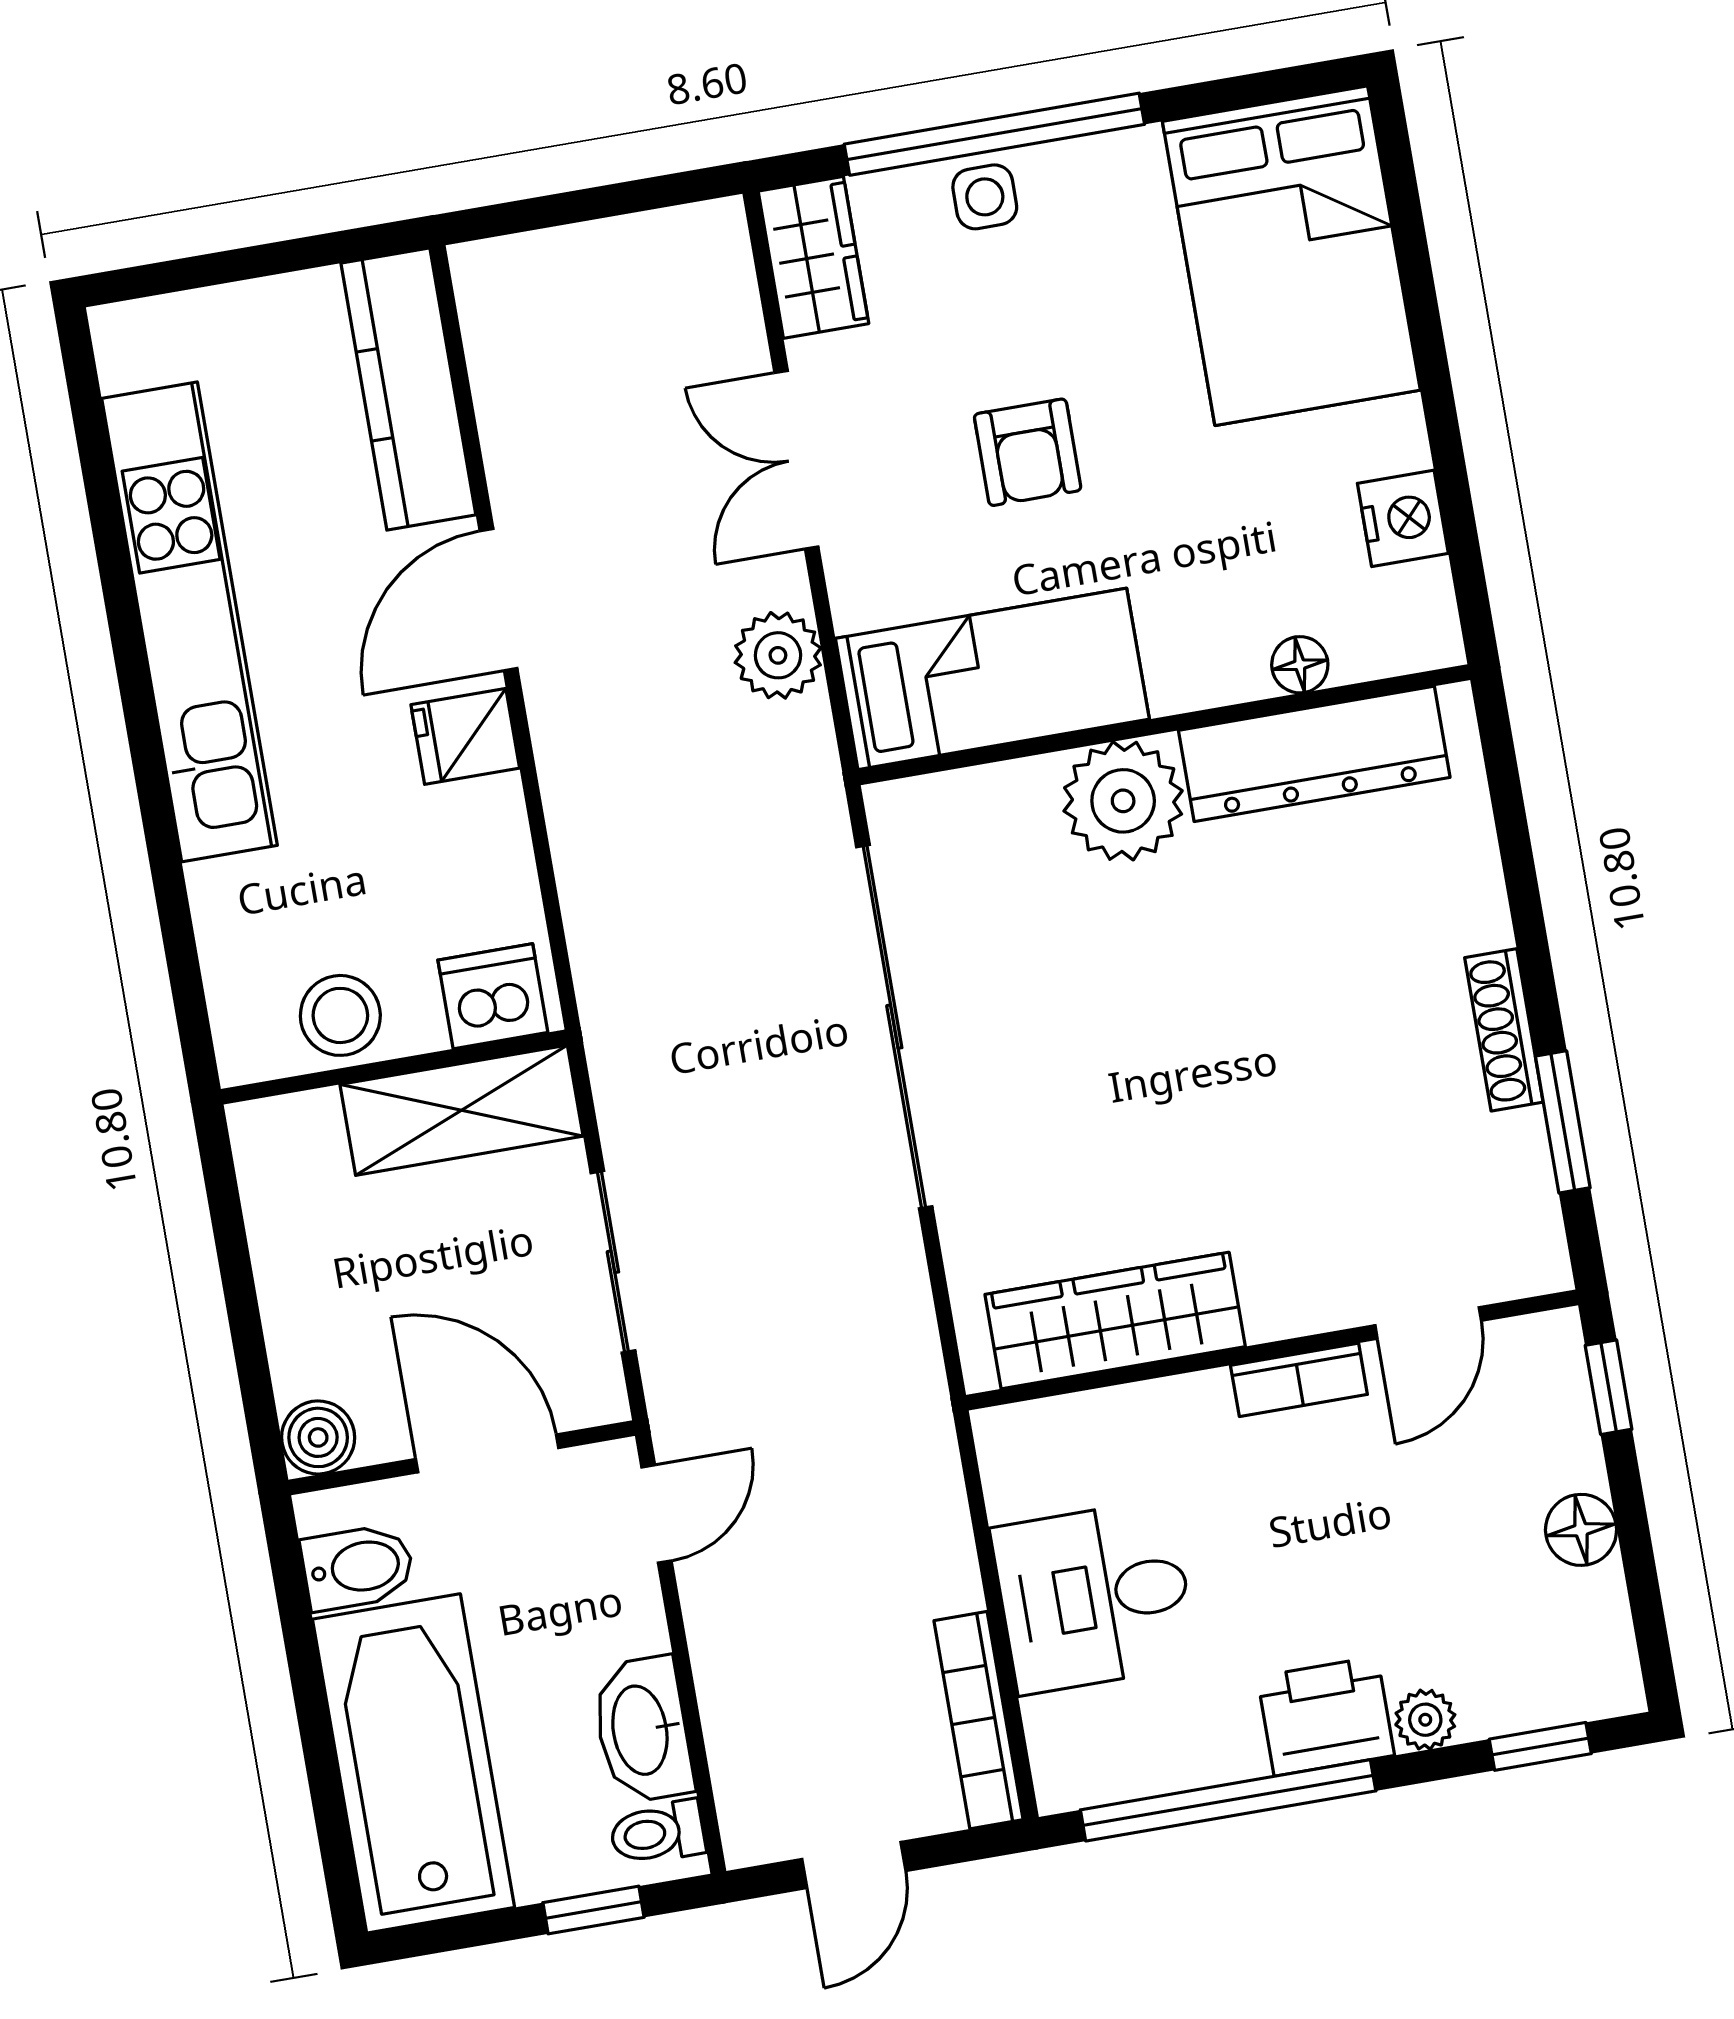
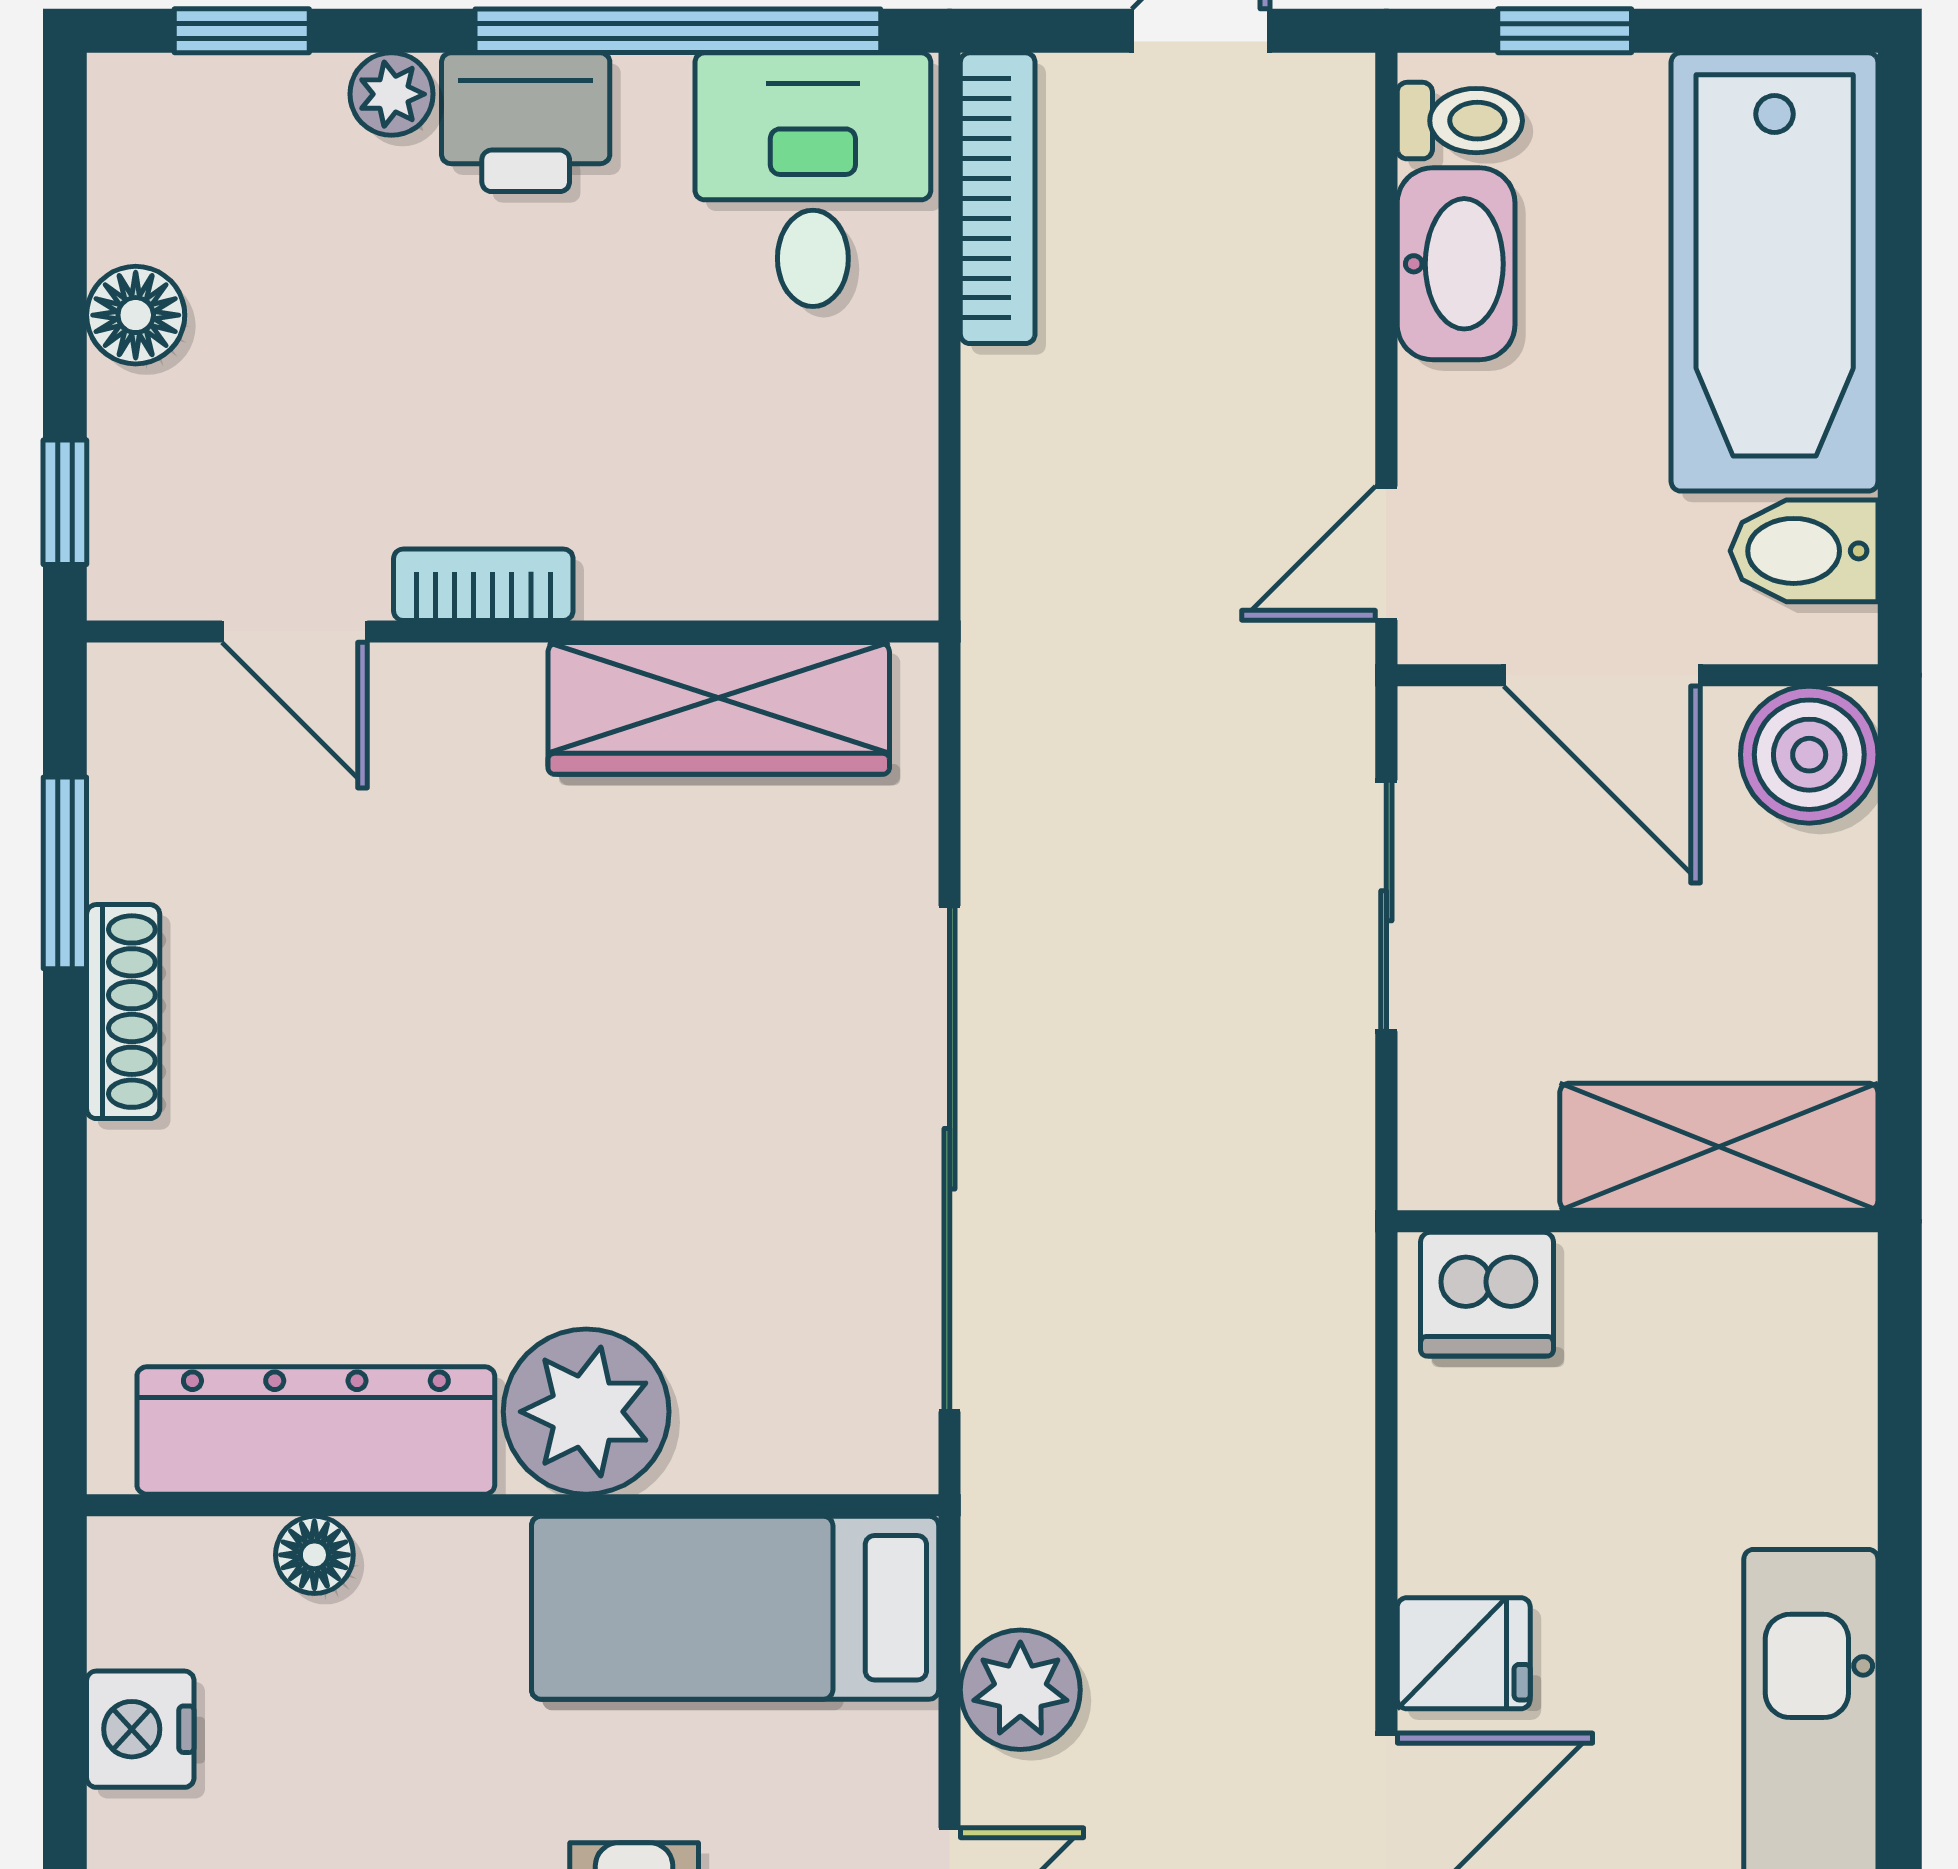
stool: (340, 1015) -> (1699, 1304), removed
shelving: (462, 1110) -> (1719, 1147), moved
door: (1428, 1323) -> (295, 631), swing flipped
boiler: (318, 1437) -> (1809, 755), width x1.36, depth x1.36
desk: (1094, 1597) -> (813, 180), moved, turned -90

